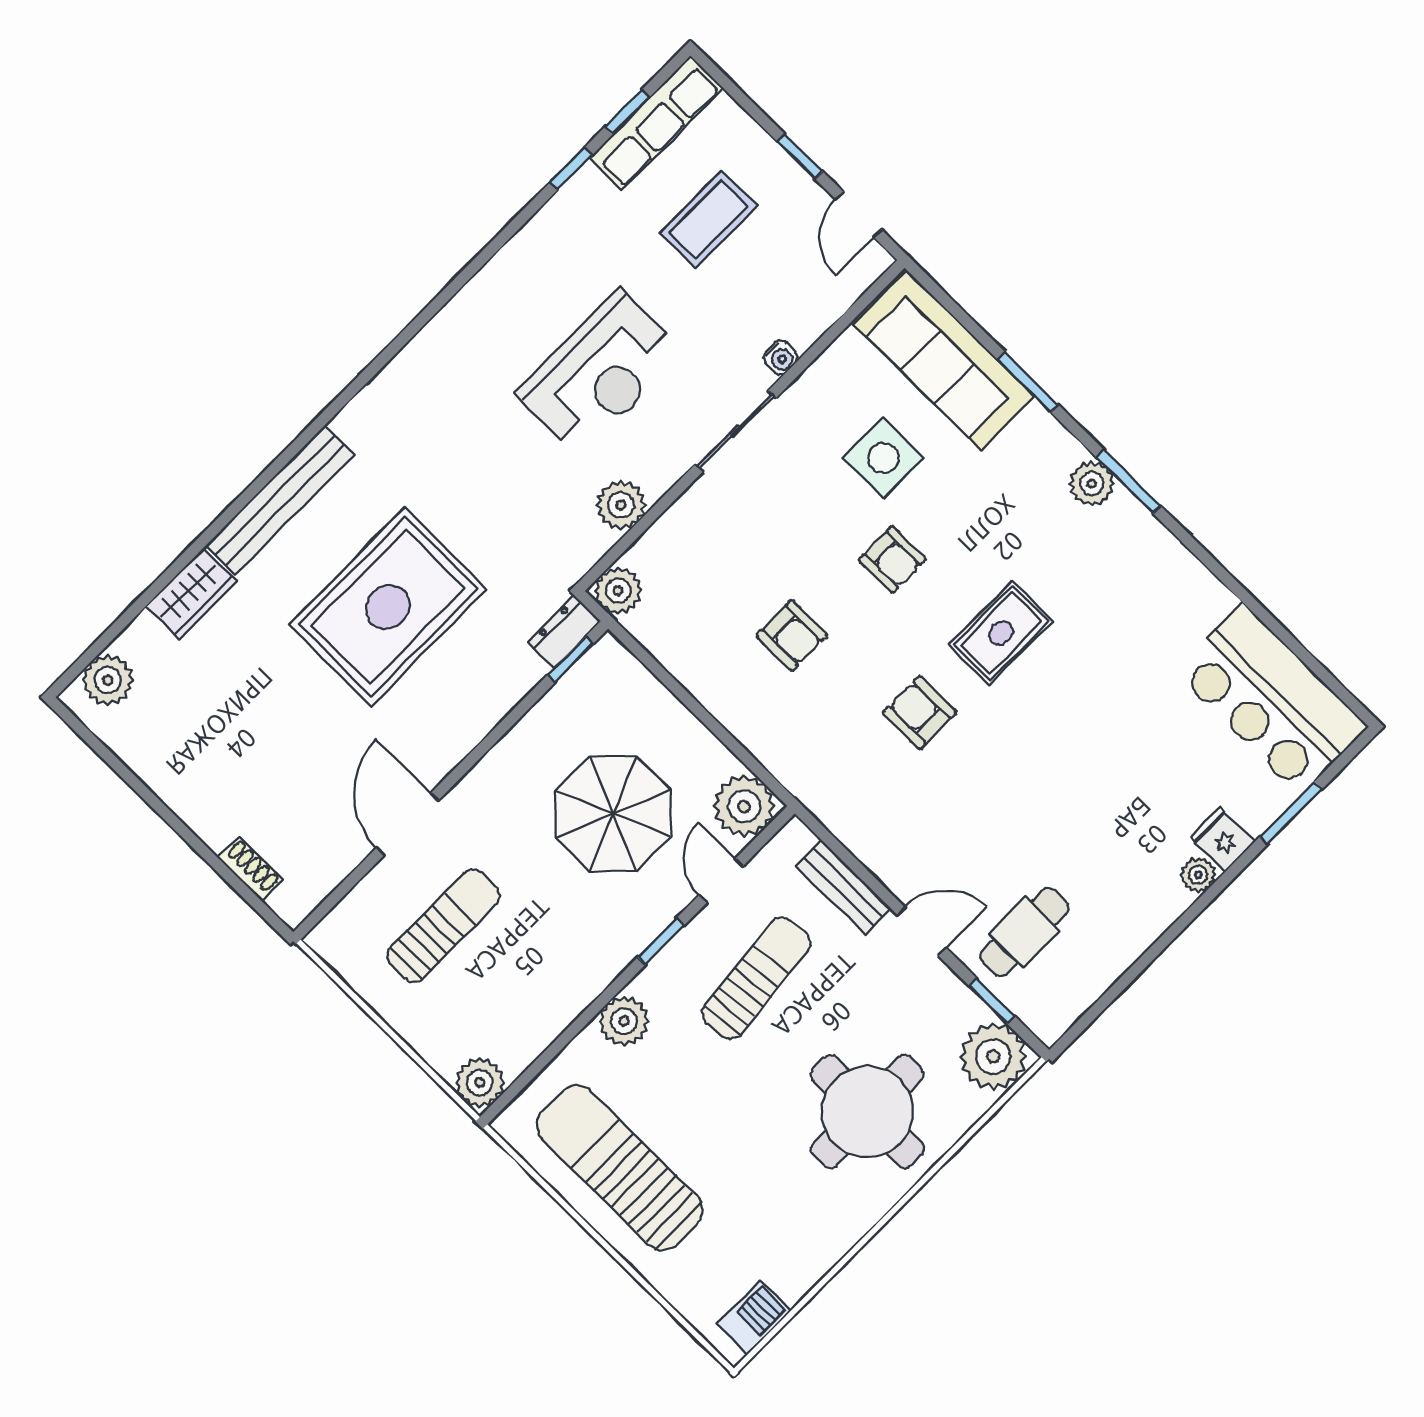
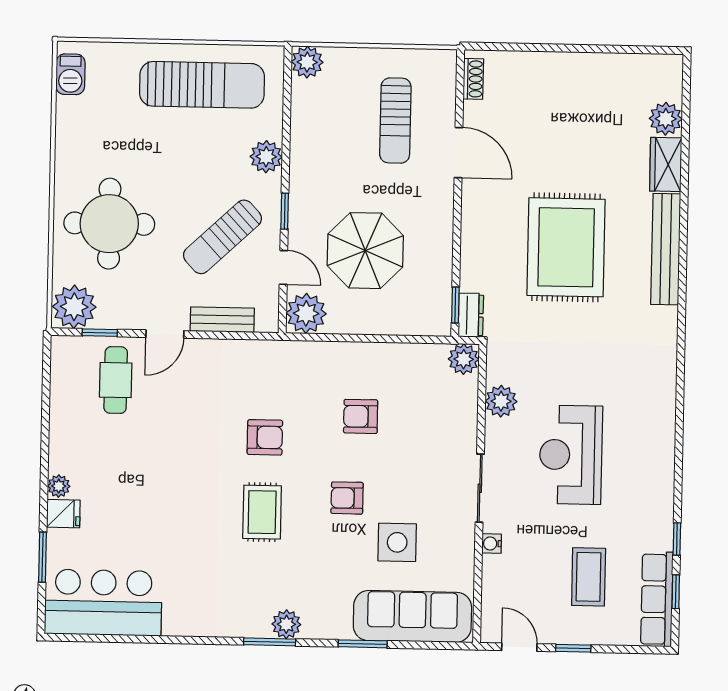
plant: (108, 680) -> (666, 119), moved
shoe rack: (250, 869) -> (473, 79), moved, turned -90
sun lounger: (756, 978) -> (222, 237), turned 53

